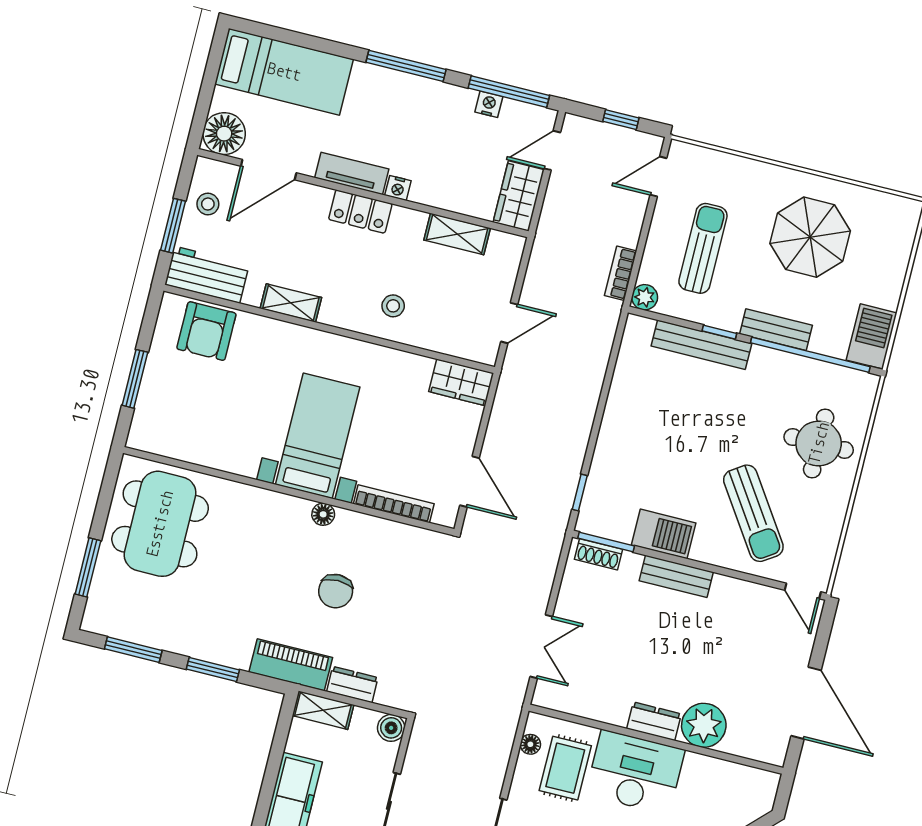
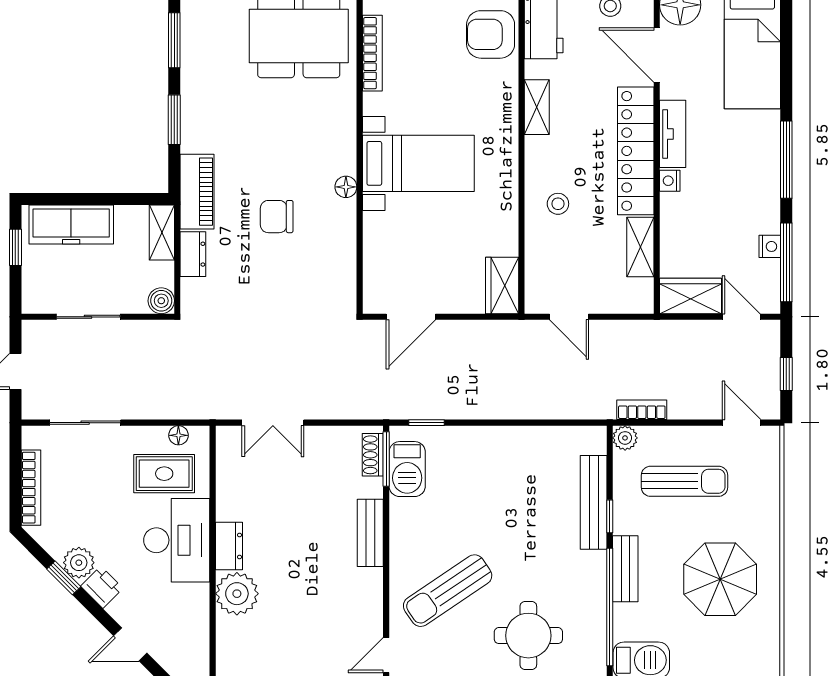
locker: (360, 212) -> (636, 151), width x2.16, depth x1.21
bookcase: (394, 504) -> (372, 53), moved
barbecue: (664, 534) -> (407, 469), moved

